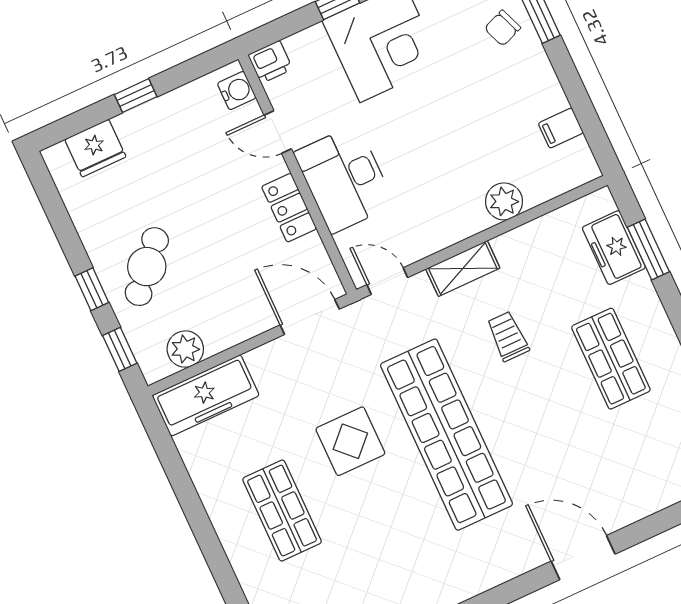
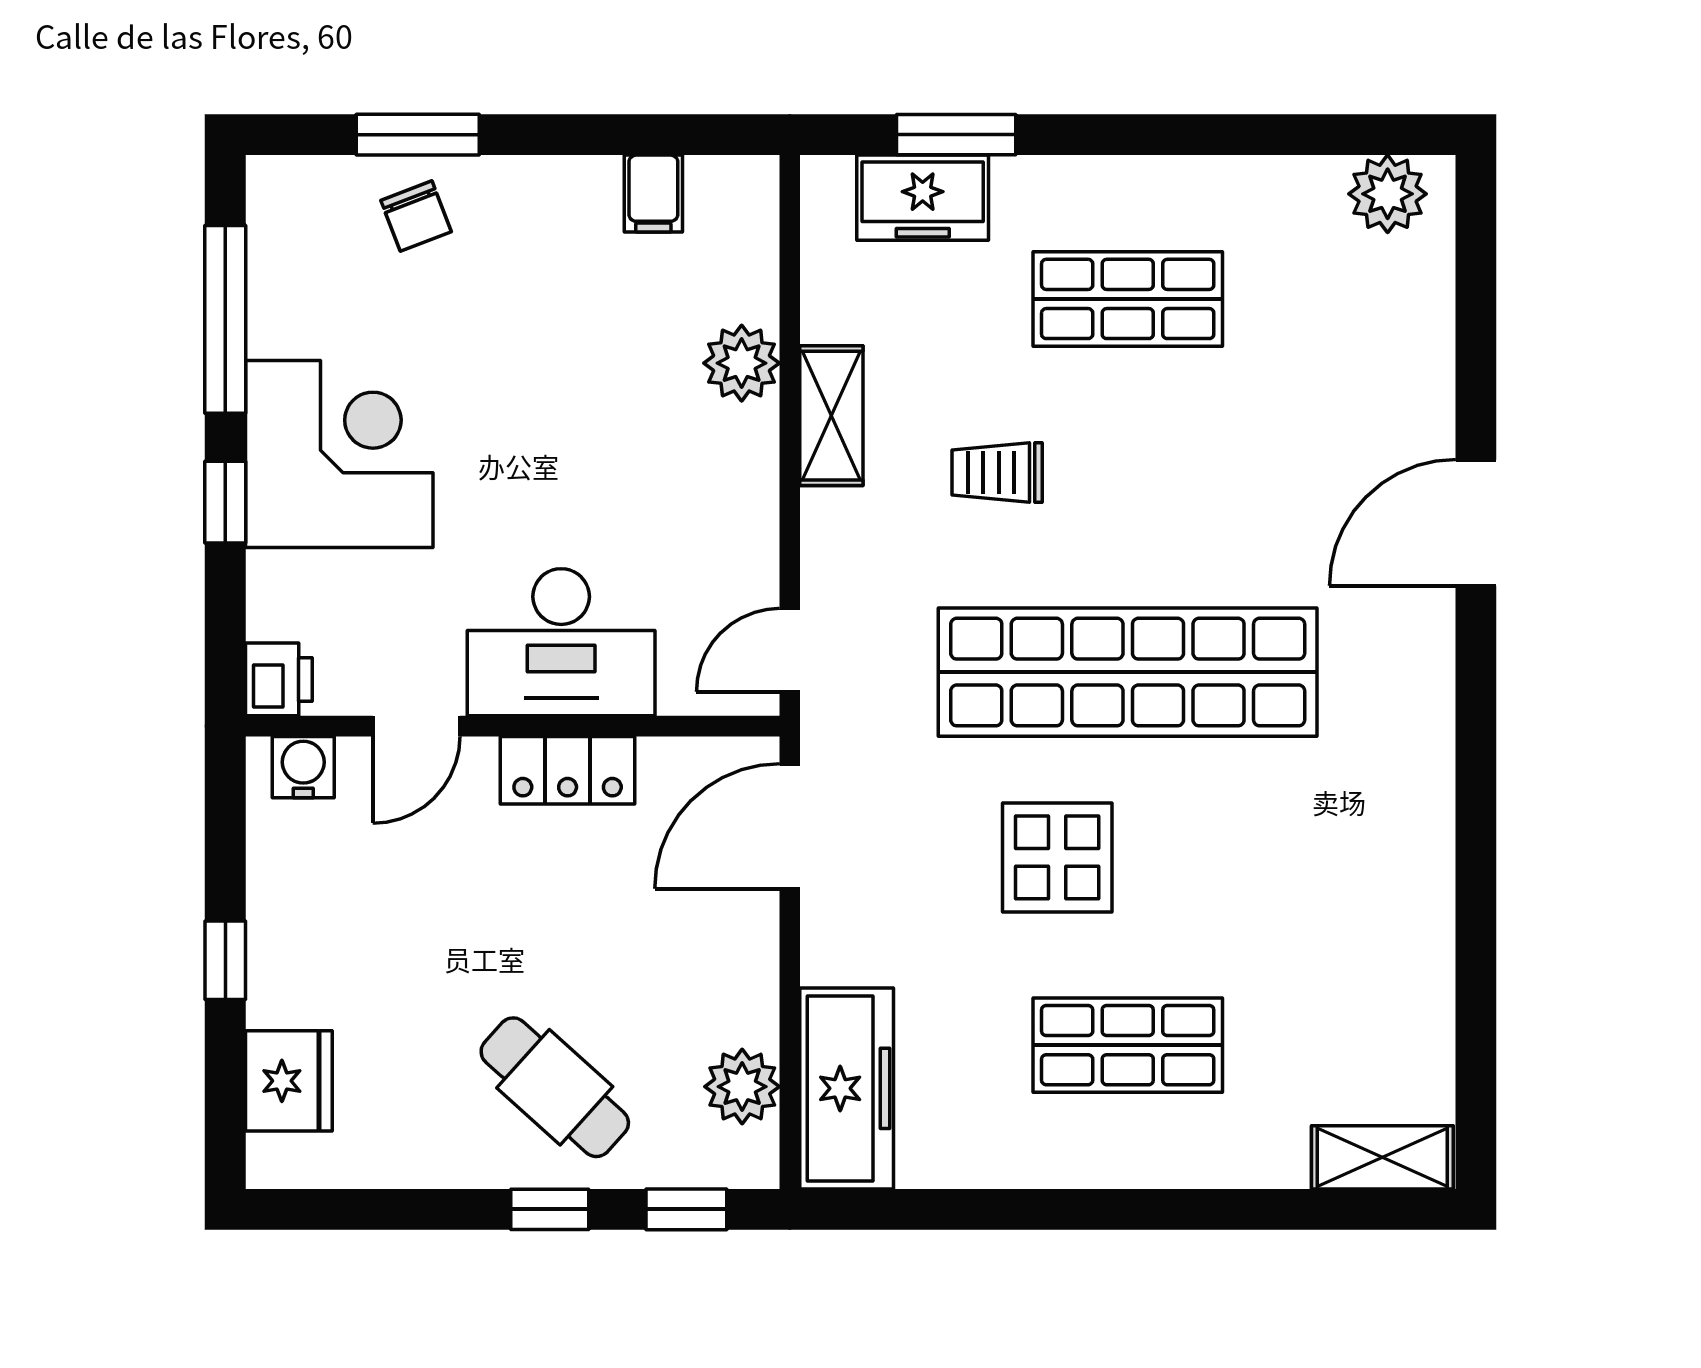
shelving: (463, 268) -> (831, 416), moved

